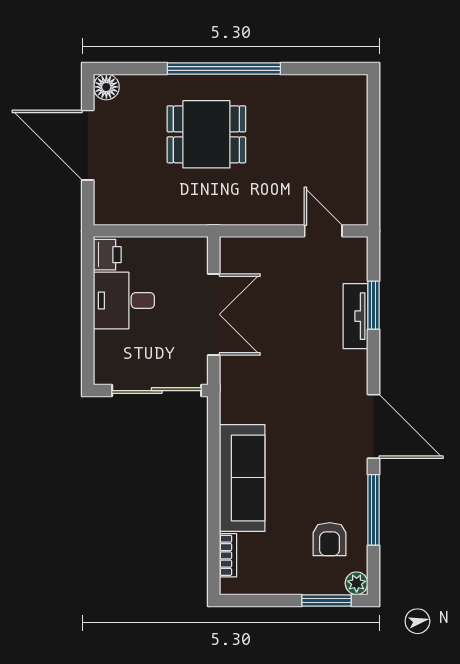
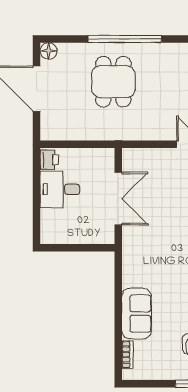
dining table: (206, 134) -> (113, 82), turned 90
sliding door: (157, 391) -> (81, 248), removed
sofa: (242, 478) -> (137, 314), width x0.73

